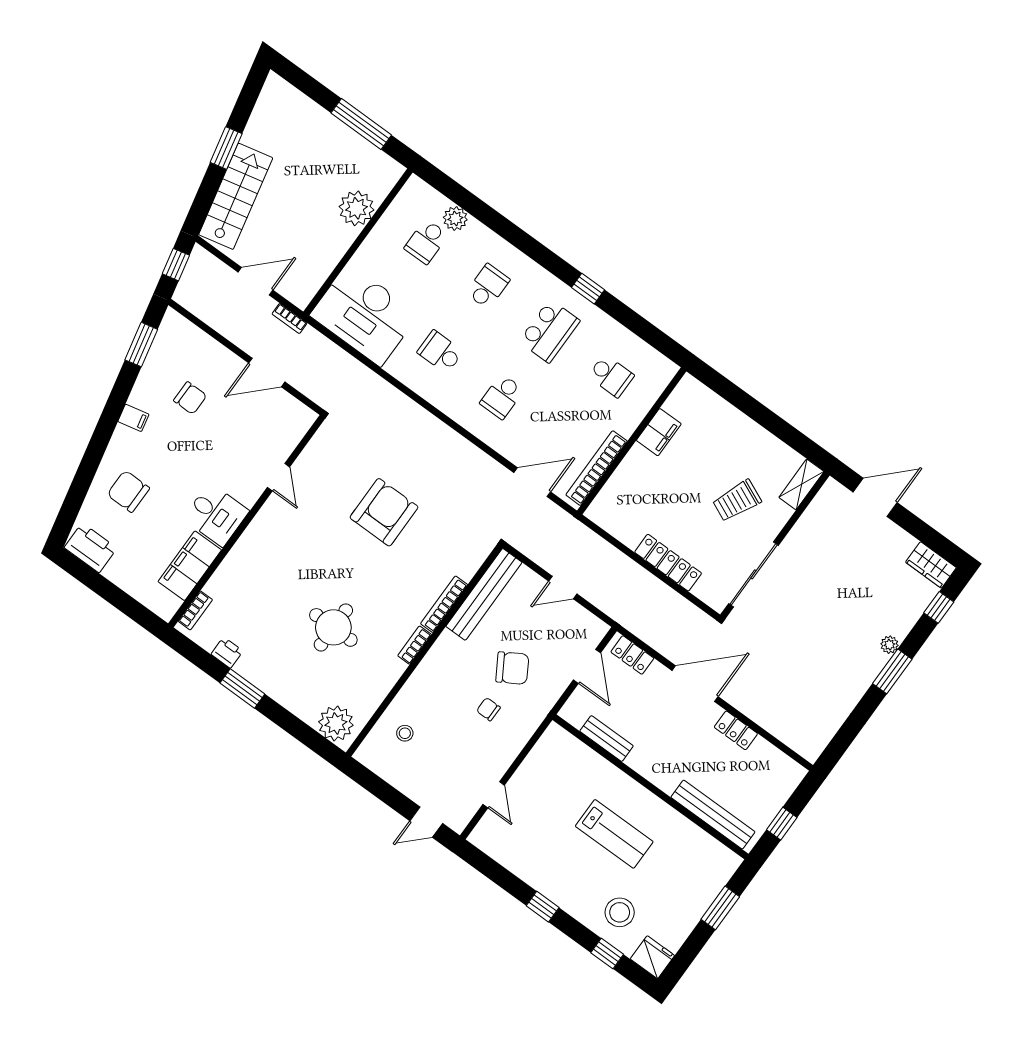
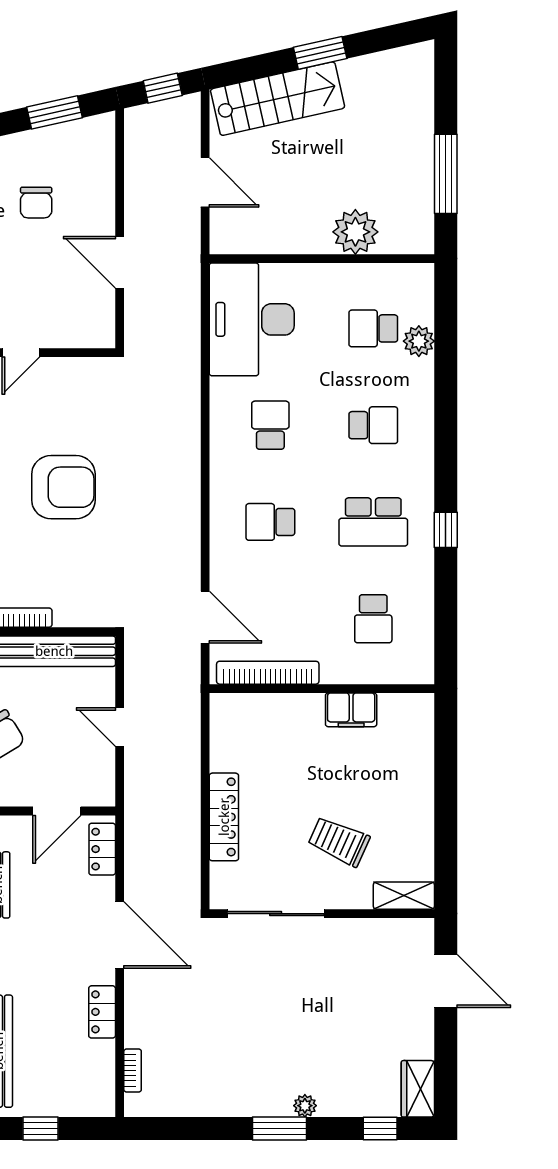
bookcase: (290, 318) -> (133, 1071), moved, turned 180

